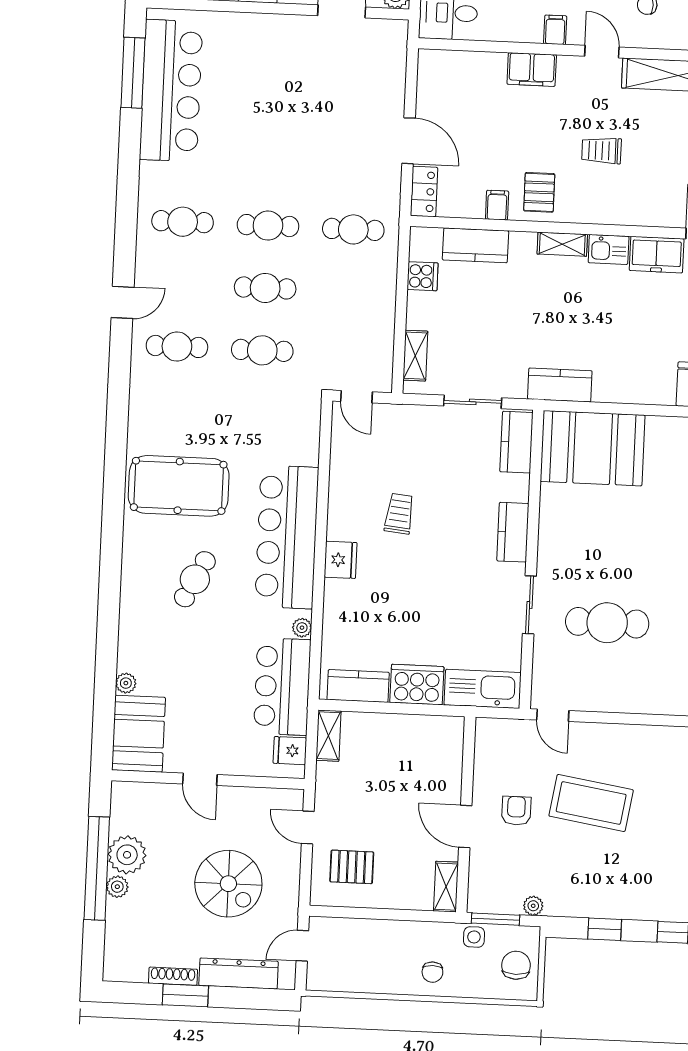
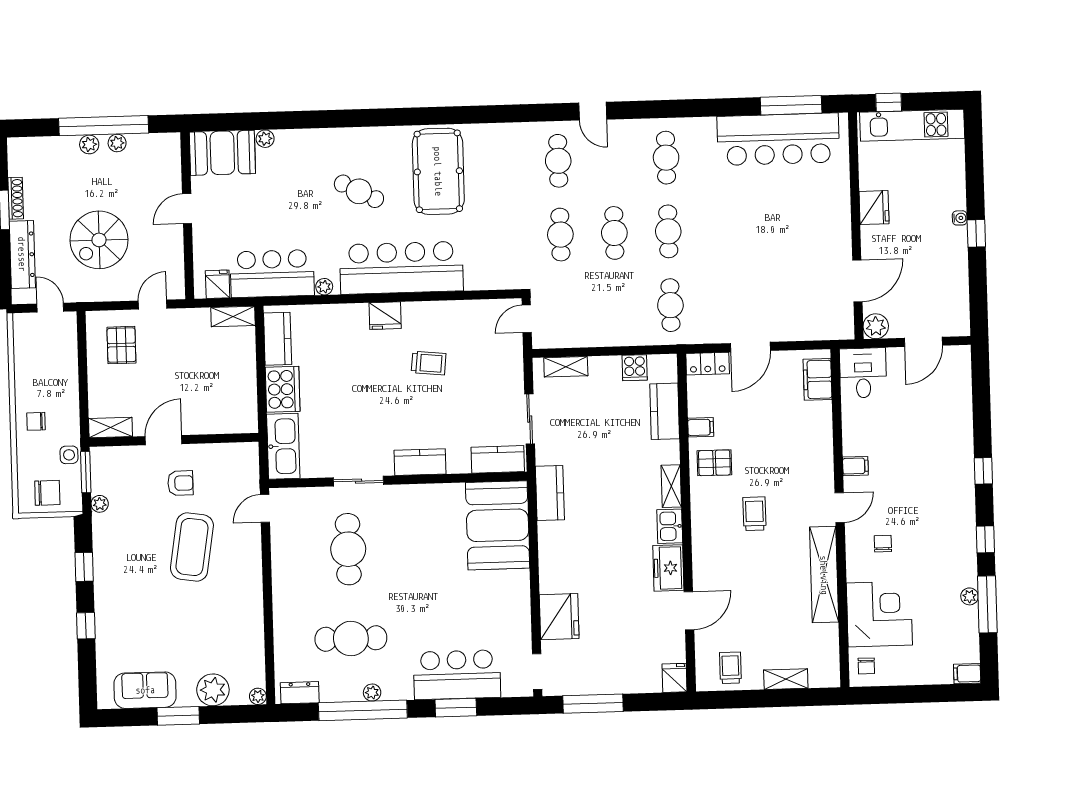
filing cabinet: (532, 70) -> (818, 379), moved
plant: (127, 855) -> (117, 143), width x0.53, depth x0.53

